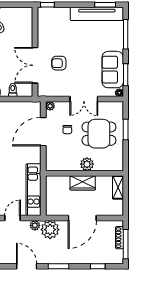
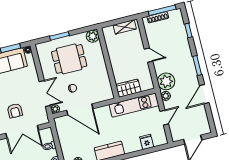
double door: (84, 99) -> (45, 94), moved
dining table: (99, 134) -> (69, 59), turned 90
plant: (87, 164) -> (93, 36), moved
wardrobe: (83, 183) -> (128, 88), moved, turned -90
shelving: (118, 187) -> (125, 27), moved
door: (13, 218) -> (164, 118), swing flipped
door: (82, 218) -> (149, 55), width x0.53

